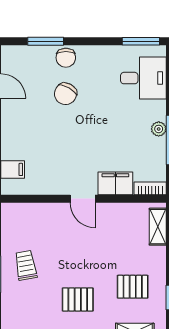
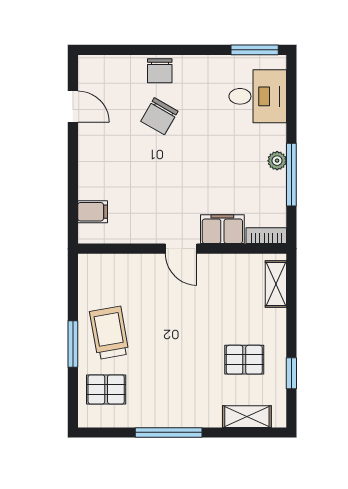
window: (46, 41) -> (134, 50), removed
trolley: (26, 265) -> (109, 333), width x1.36, depth x1.39
pallet: (78, 299) -> (106, 389), moved

